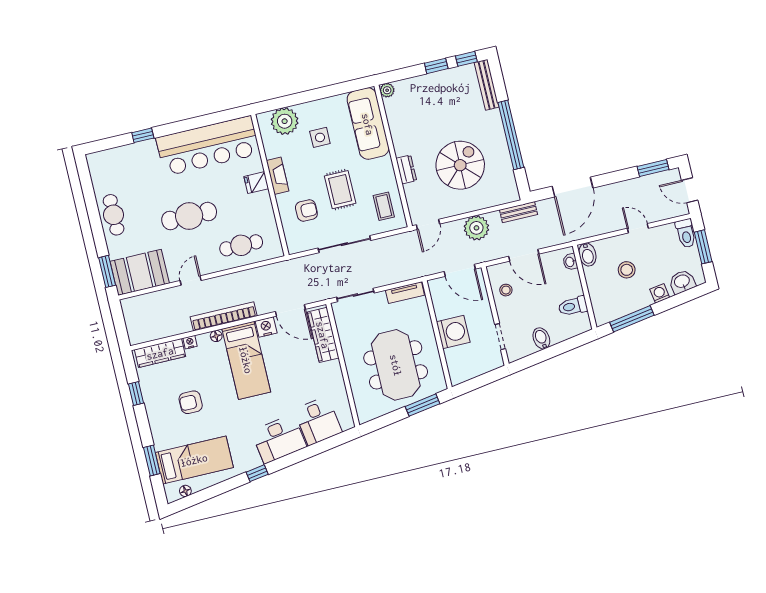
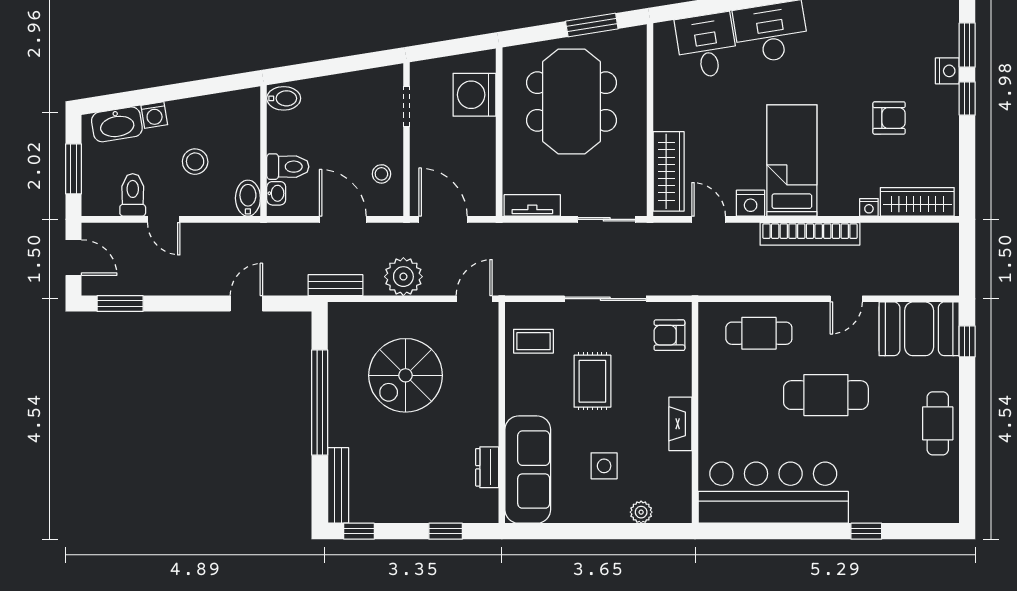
window: (436, 66) -> (446, 531), moved
plant: (387, 90) -> (488, 512), removed
plant: (285, 121) -> (641, 512), width x0.53, depth x0.53
dresser: (406, 169) -> (487, 467), moved
fridge: (256, 183) -> (714, 421), removed
door: (573, 187) -> (246, 304), width x0.53
coffee table: (384, 206) -> (533, 341), turned 90
armchair: (306, 210) -> (669, 335), moved
toilet: (686, 233) -> (133, 195), moved
window: (107, 271) -> (967, 341), width x0.67
washbasin: (682, 282) -> (117, 124), width x1.38
toilet: (573, 306) -> (288, 167), moved
door: (290, 310) -> (709, 219), width x0.73
window: (632, 319) -> (205, 87), removed
washing machine: (453, 332) -> (475, 95), moved
floor lamp: (216, 336) -> (828, 207), removed
bidet: (541, 338) -> (284, 98), moved, turned -81
window: (136, 394) -> (967, 99), moved
window: (422, 405) -> (592, 25), moved
nightstand: (161, 441) -> (947, 71), added
bed: (194, 460) -> (904, 31), removed

